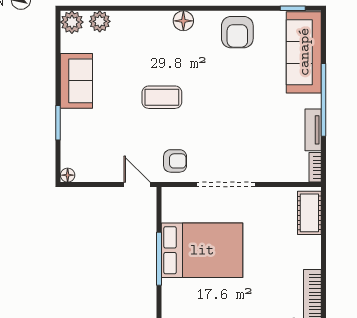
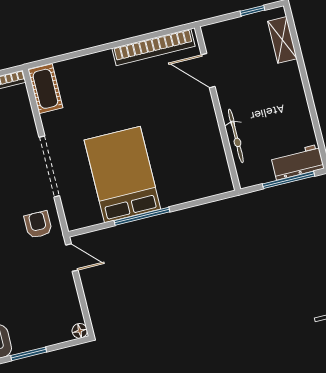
door: (137, 185) -> (72, 258), swing flipped
cot: (309, 213) -> (45, 89), moved, turned 90

